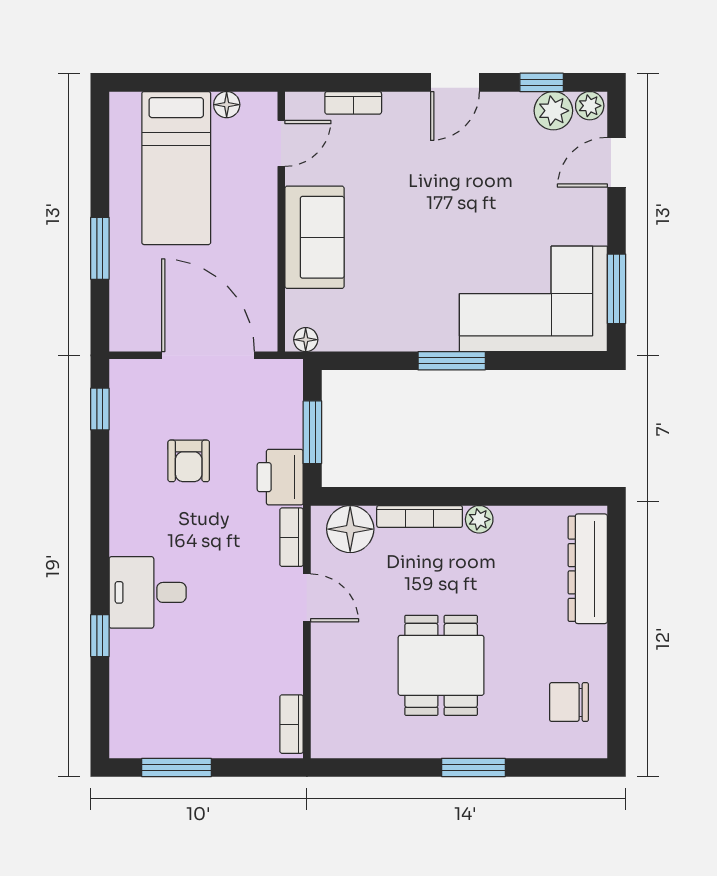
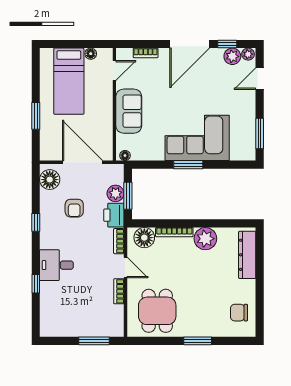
door: (455, 82) -> (190, 44), width x1.87
corner sofa: (533, 299) -> (197, 138), moved
floor lamp: (132, 395) -> (50, 180), added
window: (100, 409) -> (36, 222), moved
plant: (284, 427) -> (116, 193), added
plant: (479, 519) -> (205, 239), width x1.88, depth x1.88
dining table: (441, 665) -> (157, 311), moved
bookcase: (292, 724) -> (119, 291), moved
window: (176, 767) -> (94, 341), moved

